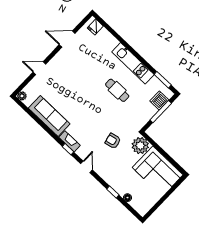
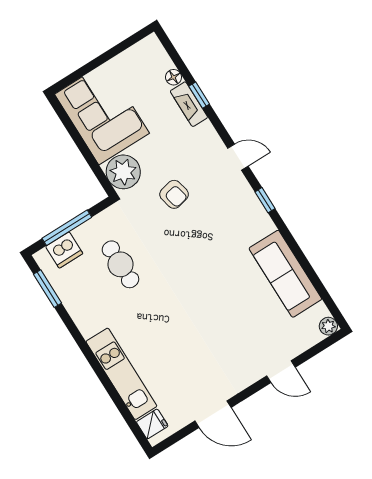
kitchen unit: (133, 63) -> (121, 374), moved
cafe table: (117, 90) -> (120, 264), moved
fireplace: (70, 141) -> (189, 104), moved
door: (86, 167) -> (238, 157), swing flipped

